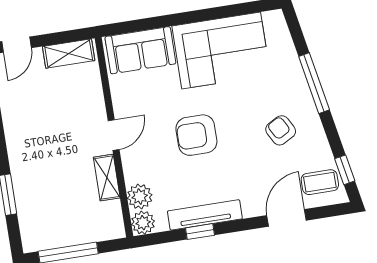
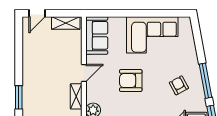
sofa: (140, 50) -> (97, 35), moved, turned -90
window: (314, 83) -> (206, 81), moved

